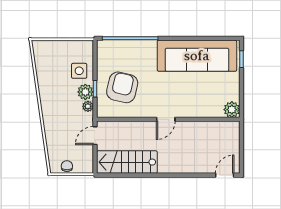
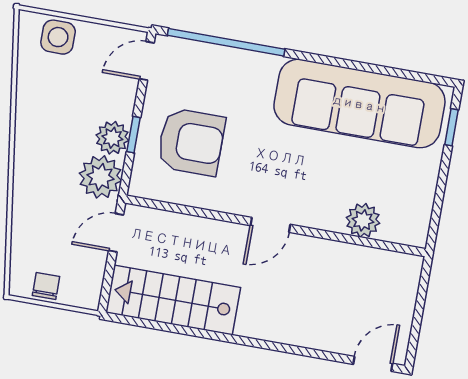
door: (95, 53) -> (147, 61), added
side table: (79, 71) -> (58, 37), moved
armchair: (122, 87) -> (191, 142), turned 77
plant: (88, 106) -> (100, 177), width x1.88, depth x1.88
plant: (232, 110) -> (363, 220), moved

